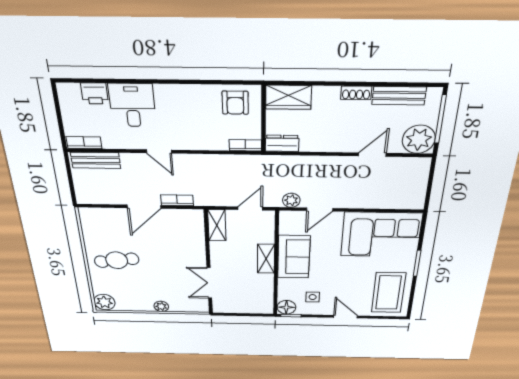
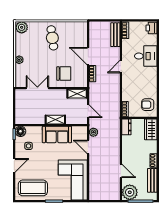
printer: (95, 93) -> (152, 28), moved
chair: (180, 245) -> (64, 74), added

